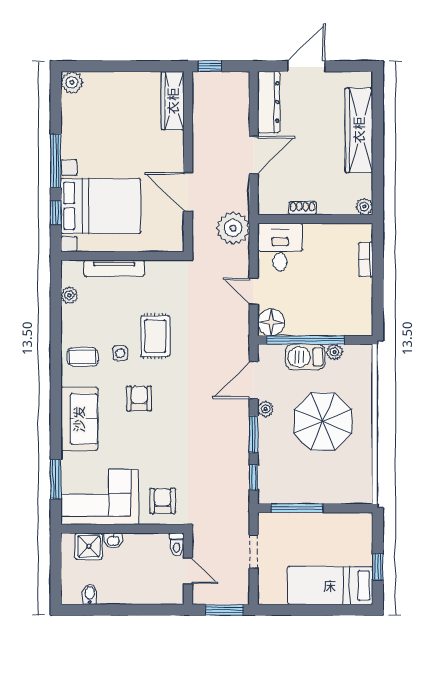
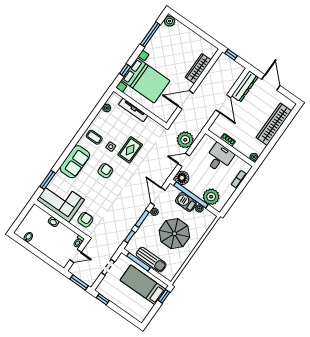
door: (306, 66) -> (271, 83), hinge flipped
wardrobe: (173, 101) -> (198, 69), moved
door: (254, 155) -> (223, 104), hinge flipped
window: (56, 161) -> (150, 34), moved
door: (188, 192) -> (186, 100), hinge flipped
plant: (233, 228) -> (185, 140), moved
desk: (280, 247) -> (219, 158), moved
door: (254, 291) -> (184, 160), hinge flipped
plant: (340, 320) -> (211, 197), added
door: (254, 380) -> (158, 197), hinge flipped
sun lounger: (315, 490) -> (151, 260), added
shower: (89, 546) -> (42, 217), removed
window: (378, 567) -> (164, 296), moved
door: (188, 571) -> (76, 256), hinge flipped
bed: (330, 586) -> (143, 285), moved
window: (282, 610) -> (103, 299), added

